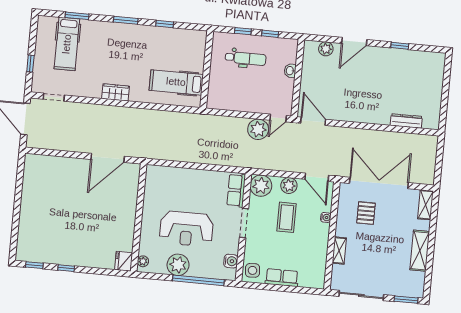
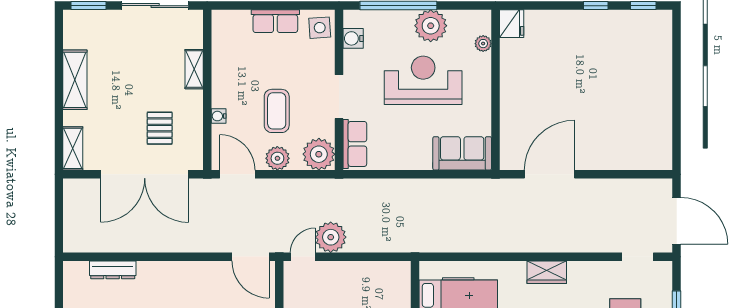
sofa: (165, 177) -> (462, 153), added
plant: (143, 261) -> (483, 44), moved

